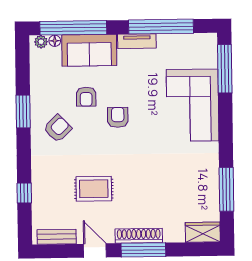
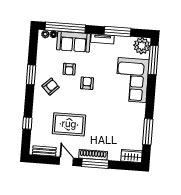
window: (161, 27) -> (118, 31), width x0.68
plant: (204, 47) -> (142, 46), added
rug: (94, 189) -> (69, 124), width x1.36, depth x1.43

